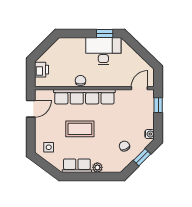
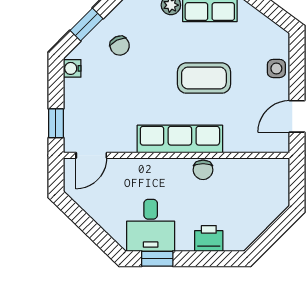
desk: (103, 51) -> (151, 225), width x0.73
printer: (42, 70) -> (209, 238), moved, turned 90
row of seats: (84, 97) -> (180, 139), width x0.73
side table: (49, 147) -> (276, 68), moved

